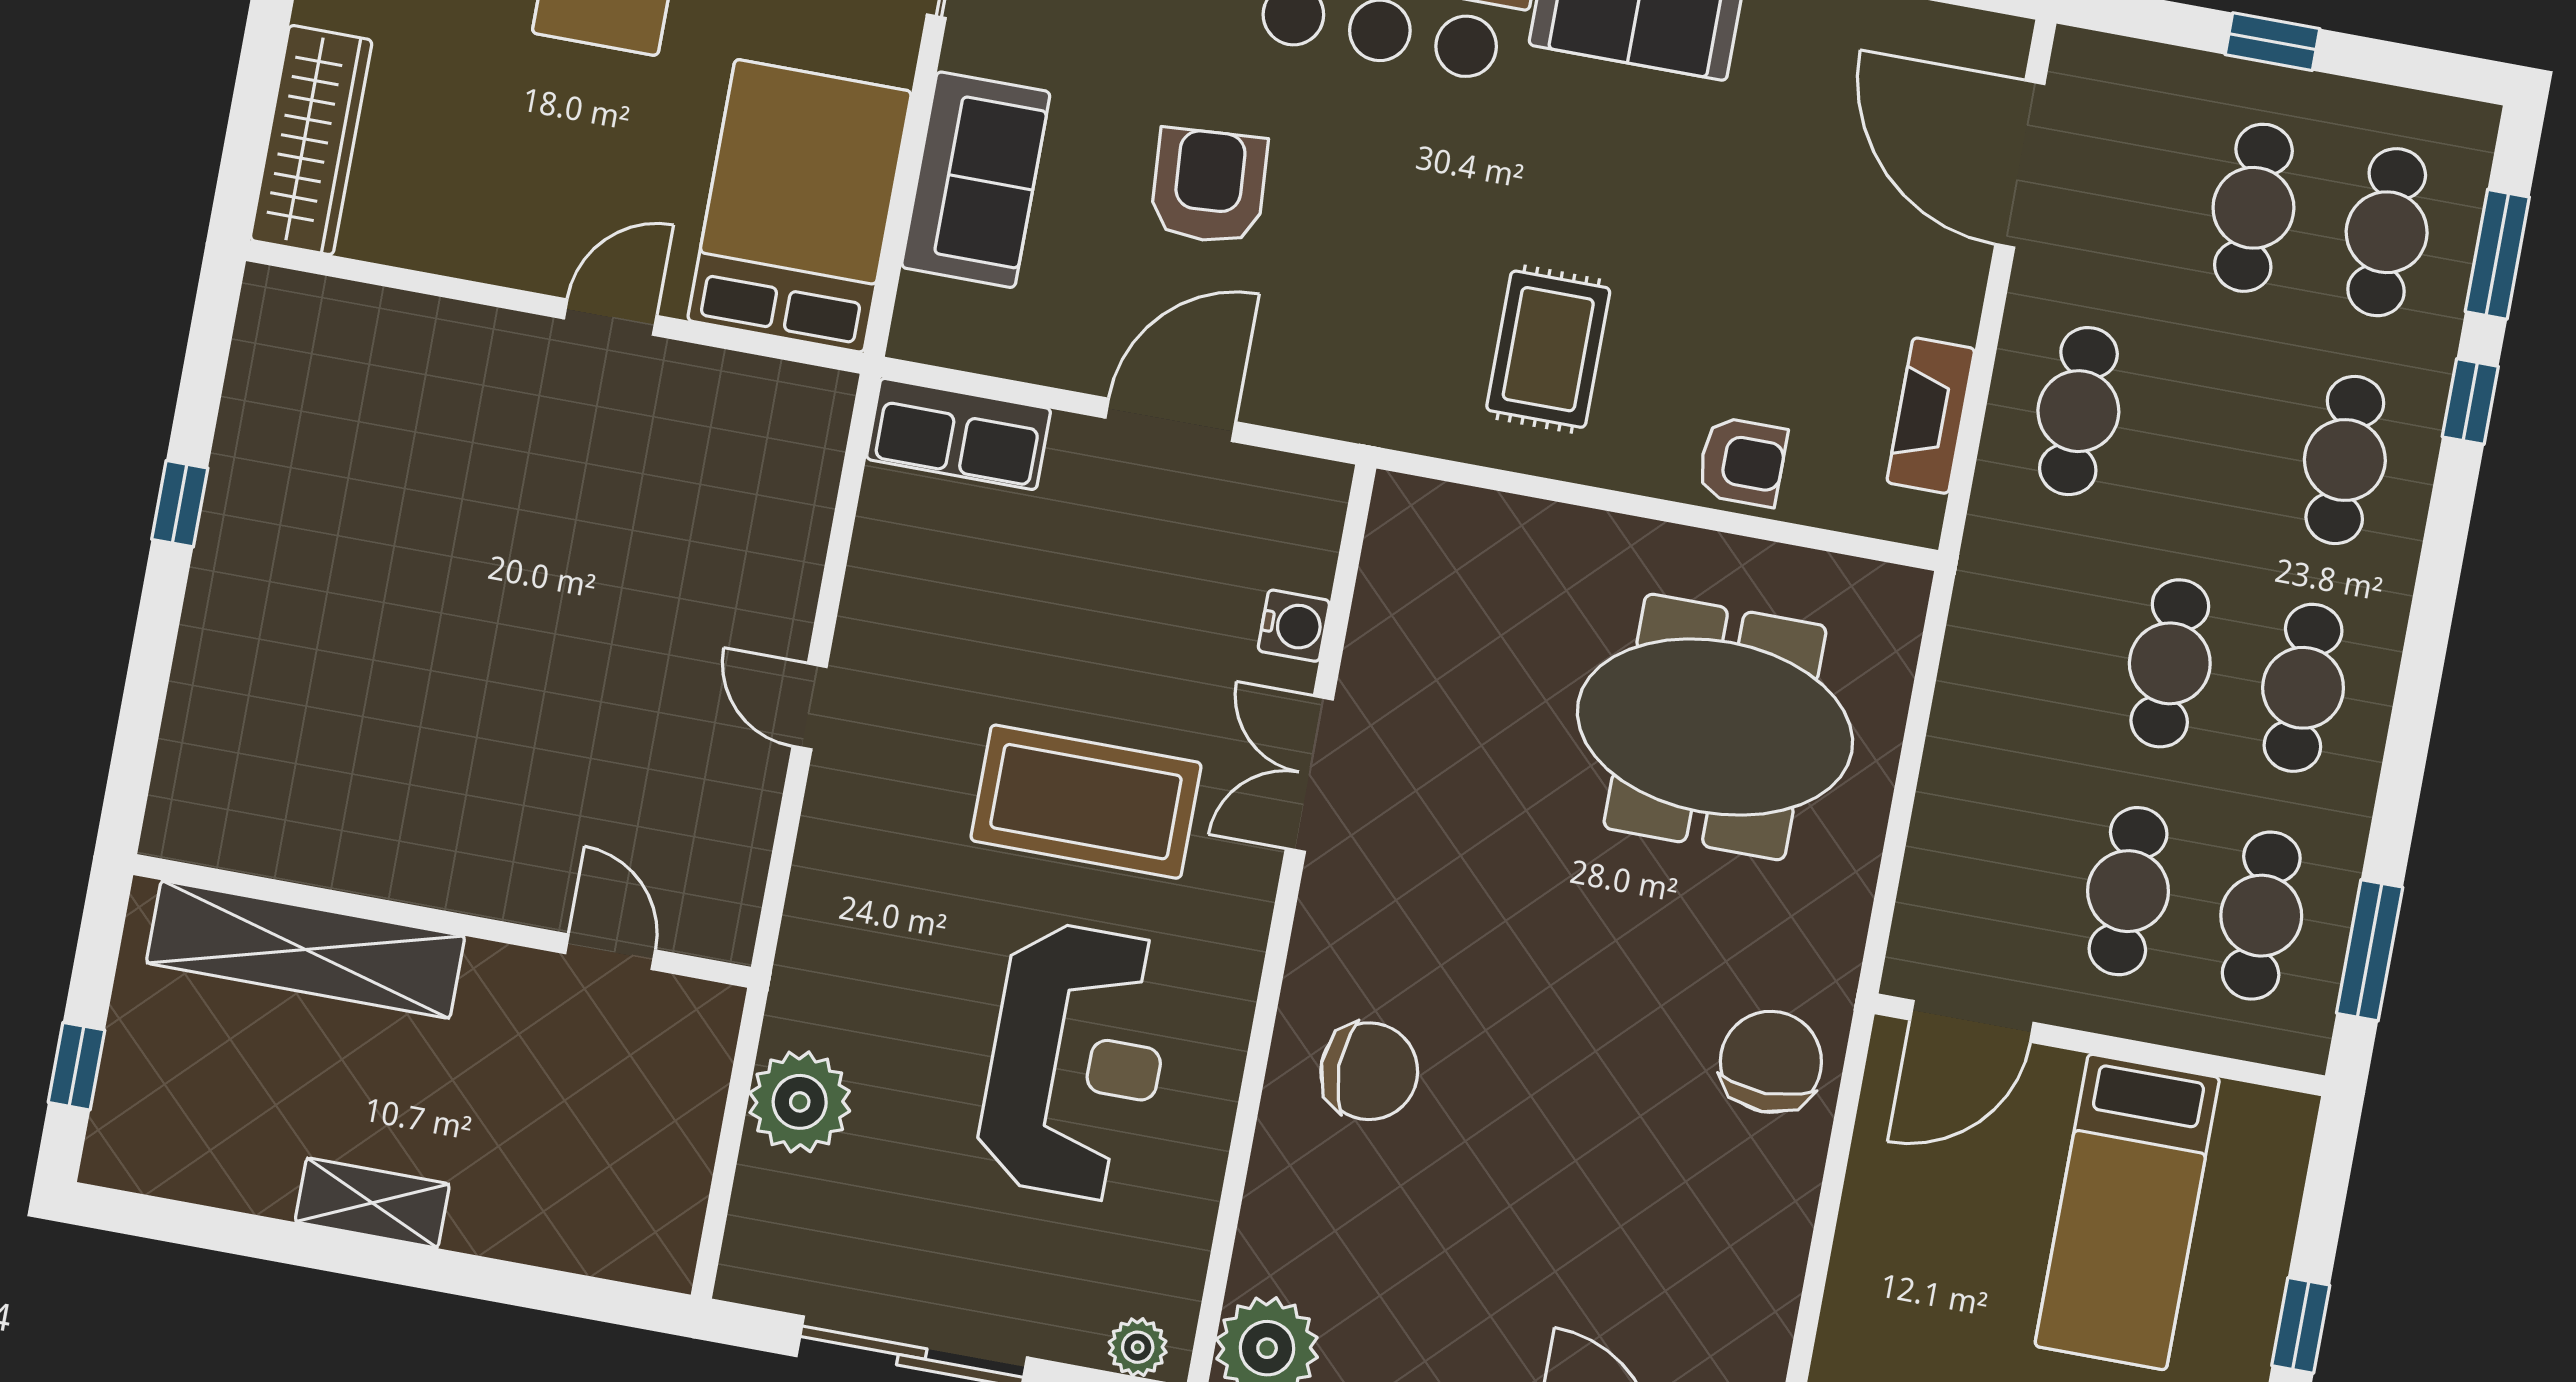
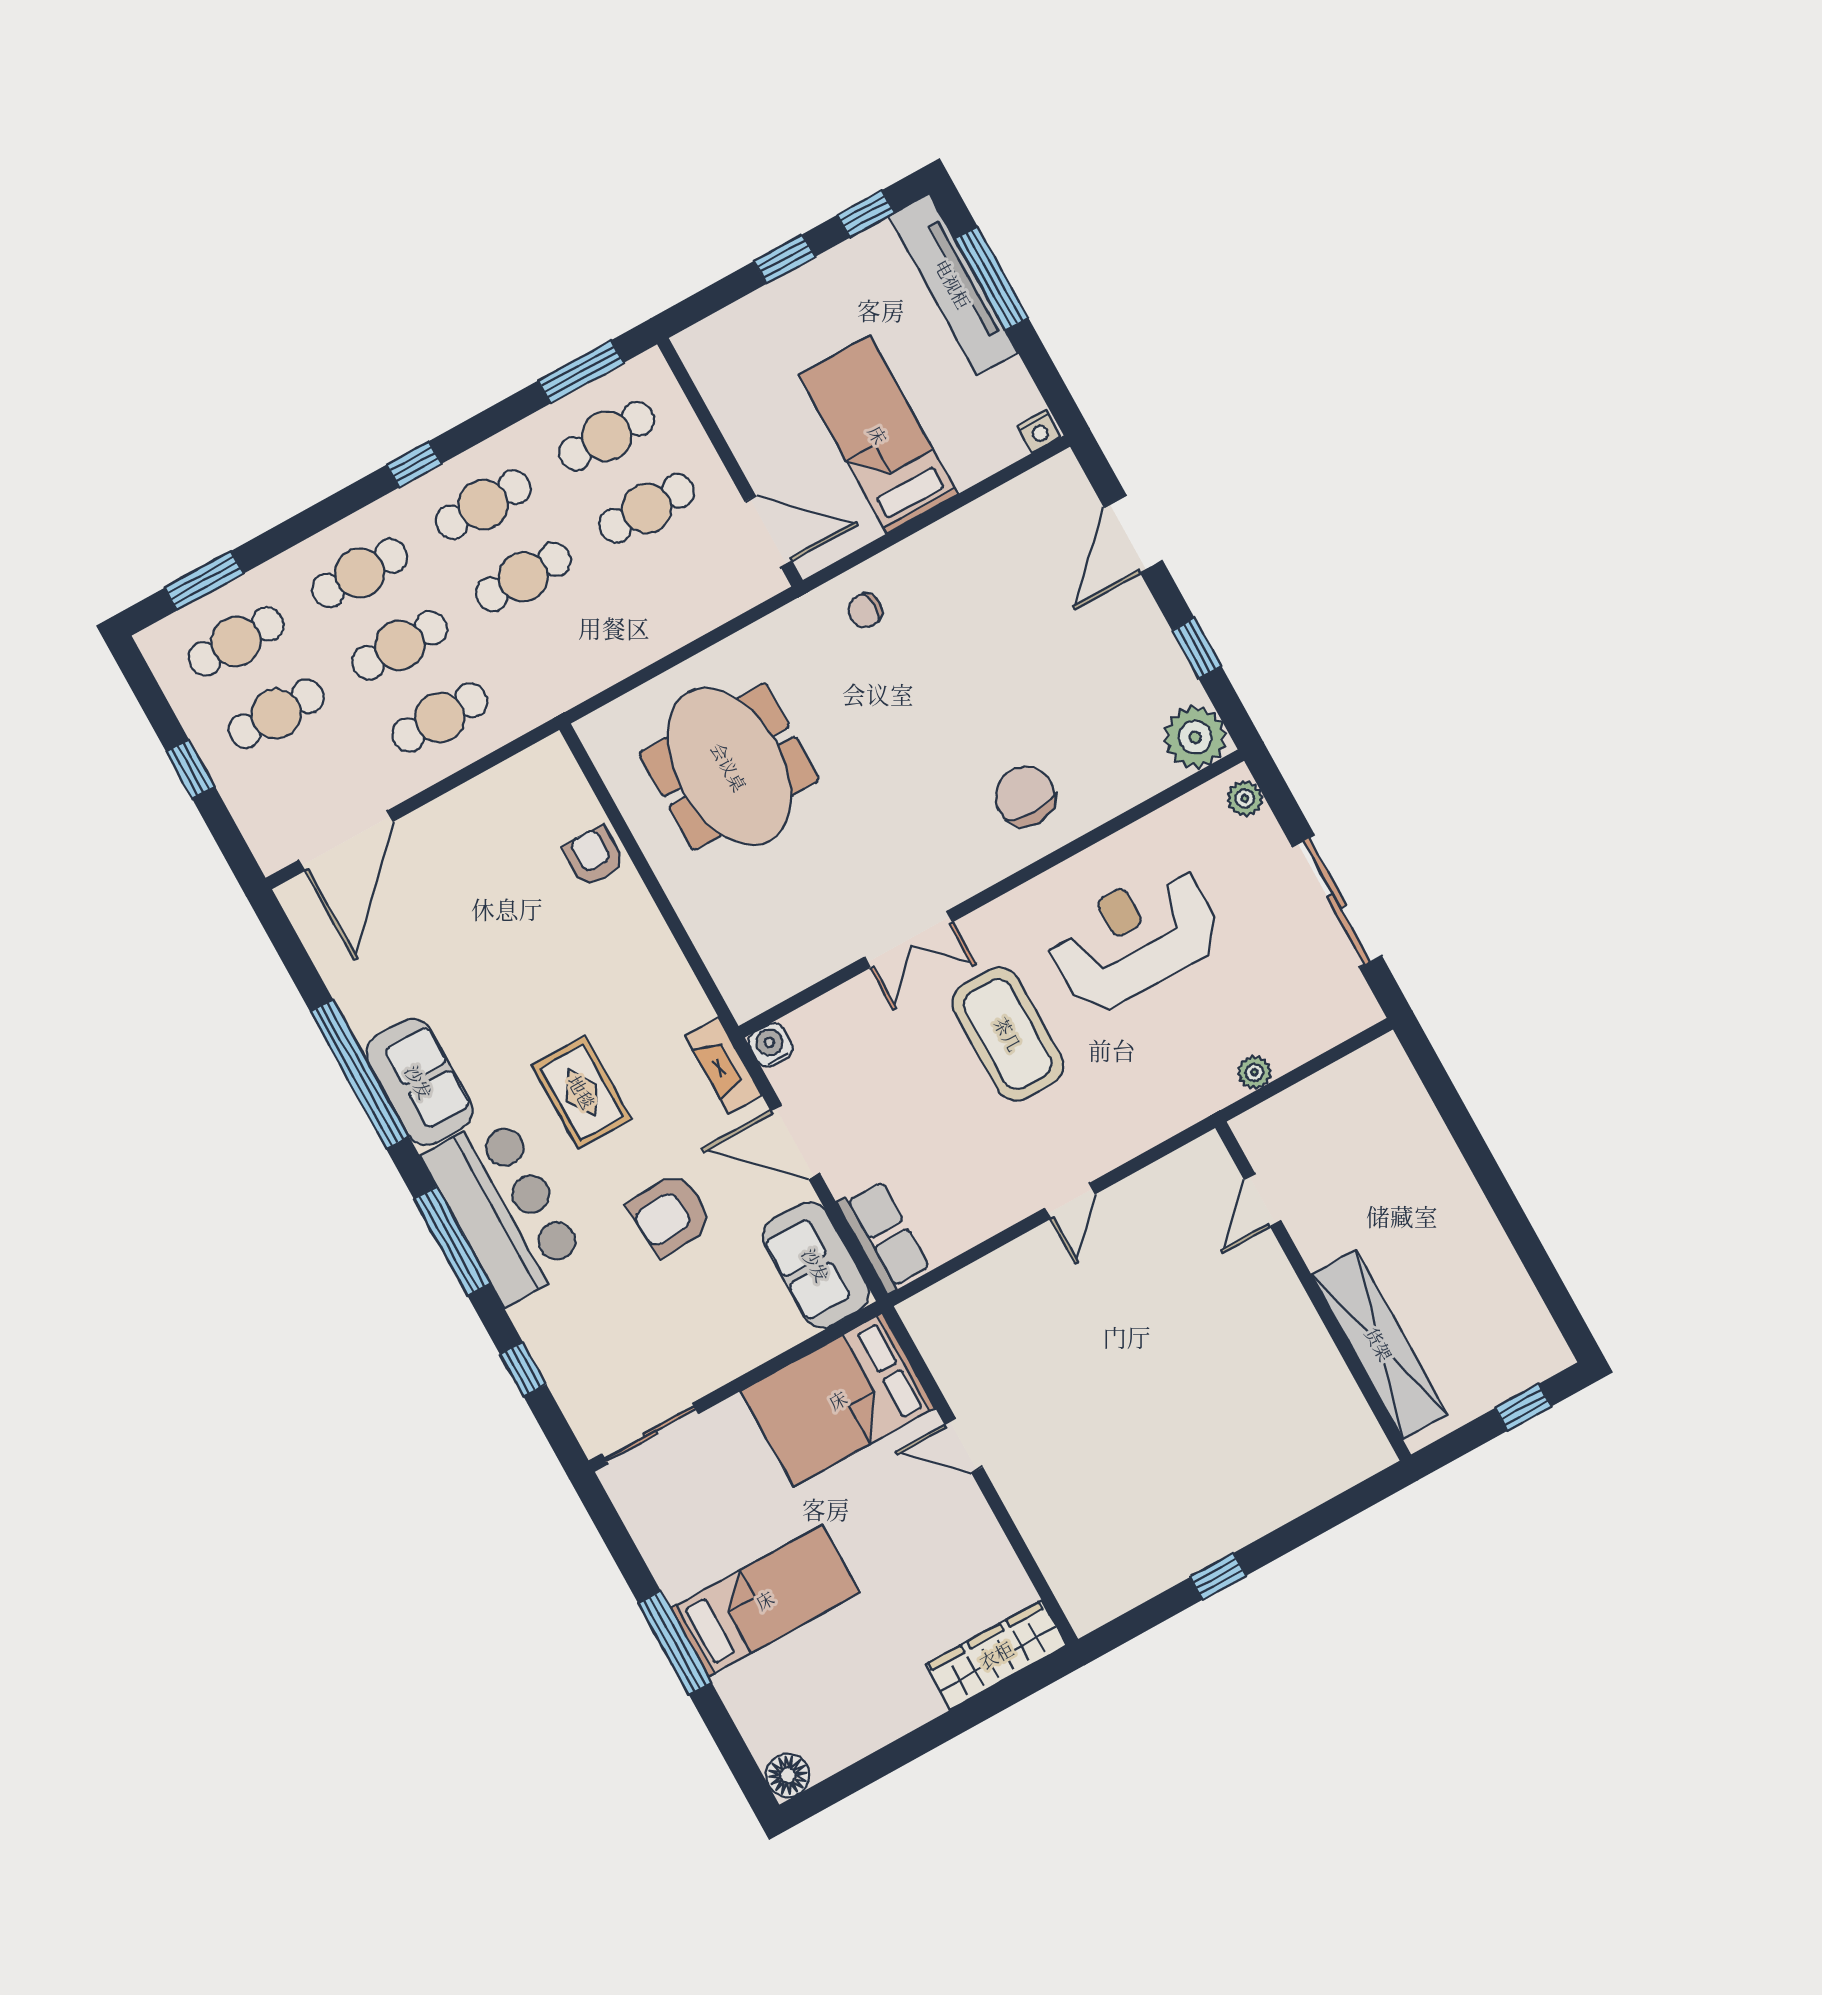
sofa: (976, 180) -> (816, 1265), moved, turned -90
rug: (1548, 349) -> (582, 1092), moved, turned 90
window: (2470, 402) -> (414, 464), moved
fireplace: (1931, 416) -> (724, 1066), moved, turned 90
cafe table: (2212, 436) -> (400, 645), added
water cooler: (1294, 626) -> (771, 1045), moved
chair: (1771, 1062) -> (865, 611), width x0.54, depth x0.54
plant: (800, 1102) -> (1254, 1072), width x0.53, depth x0.53
shelving: (372, 1203) -> (1473, 1215), removed
bed: (2127, 1212) -> (878, 435), moved, turned -90

